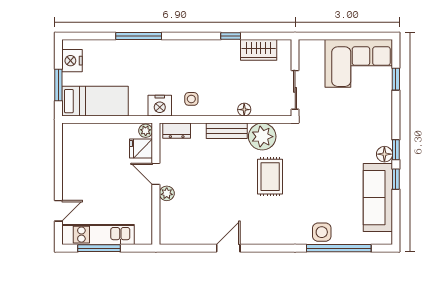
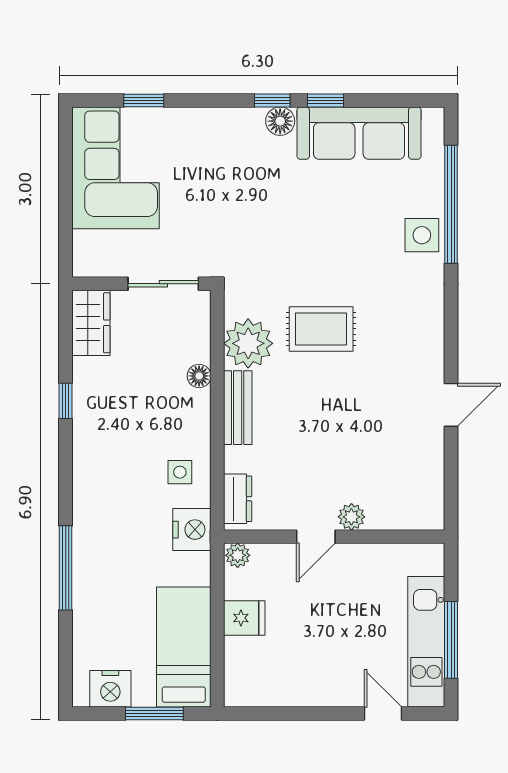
wardrobe: (259, 50) -> (91, 323), moved
fridge: (141, 149) -> (244, 618), moved, turned -90
door: (228, 248) -> (451, 405), swing flipped

